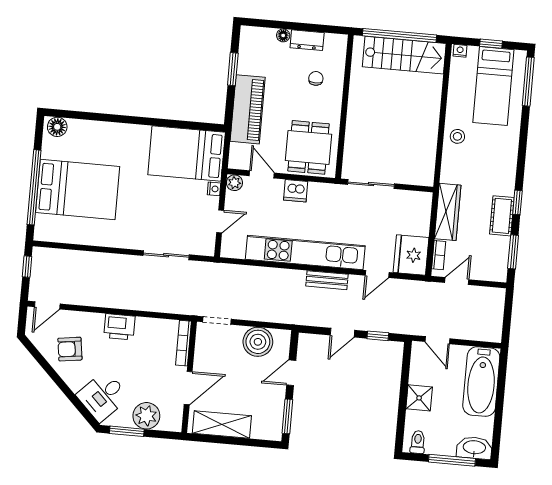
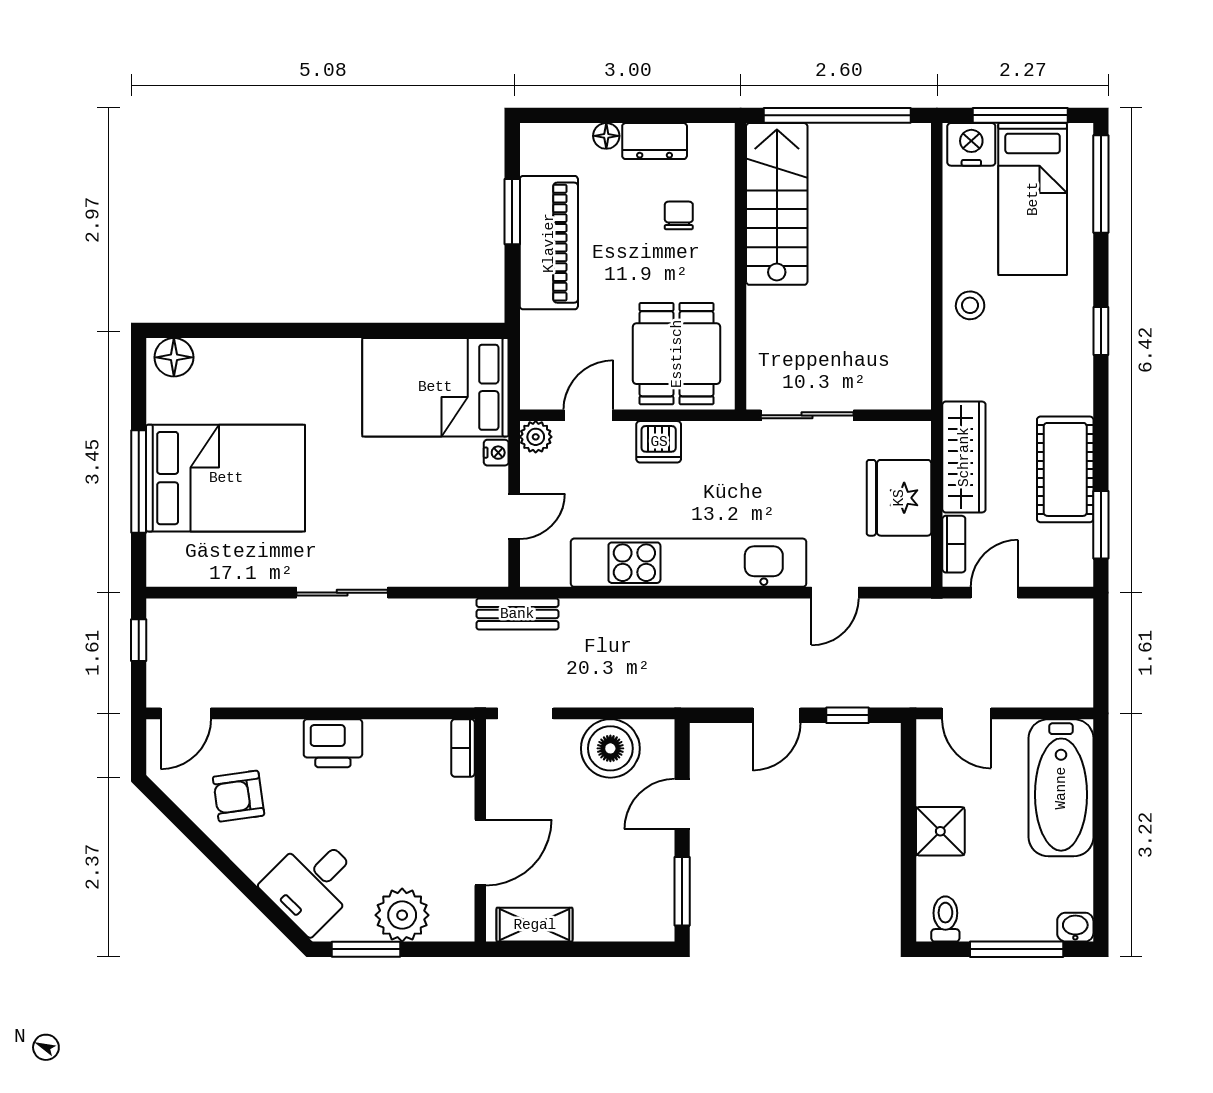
window: (491, 44) -> (1020, 115), width x2.17
nightstand: (460, 51) -> (971, 144), width x1.89, depth x1.79
stairs: (404, 55) -> (777, 204), moved, turned -90
piano: (248, 109) -> (549, 243), moved
door: (262, 174) -> (588, 415), hinge flipped
window: (34, 187) -> (139, 481), width x0.68
window: (517, 202) -> (1101, 331), moved
cot: (502, 216) -> (1065, 469), width x1.37, depth x1.34
sliding door: (166, 255) -> (342, 593), moved
fridge: (411, 255) -> (899, 498), moved
bench: (327, 280) -> (517, 614), moved
bookcase: (184, 343) -> (463, 748), width x0.64
shelving: (222, 424) -> (535, 925), width x0.67, depth x0.75
washbasin: (474, 448) -> (1075, 927), width x0.52, depth x0.69

